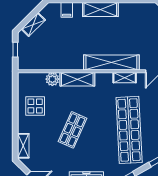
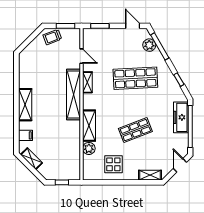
shelving: (33, 25) -> (31, 159), moved
shop shelf: (73, 130) -> (135, 130), turned -45
shop shelf: (129, 130) -> (135, 78), width x0.71

